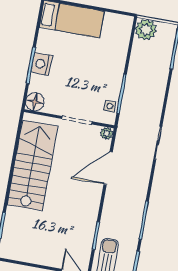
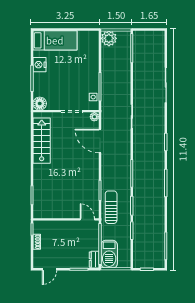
nightstand: (42, 64) -> (40, 65), moved
stairs: (32, 165) -> (42, 141), width x0.73, depth x0.66
door: (108, 168) -> (100, 141), hinge flipped

